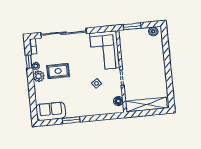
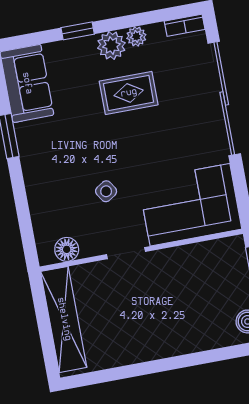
window: (29, 62) -> (78, 31), moved
rug: (58, 71) -> (129, 93), turned 90

